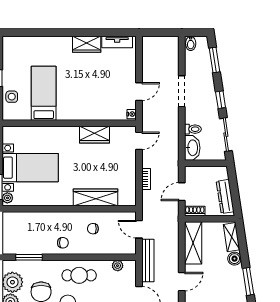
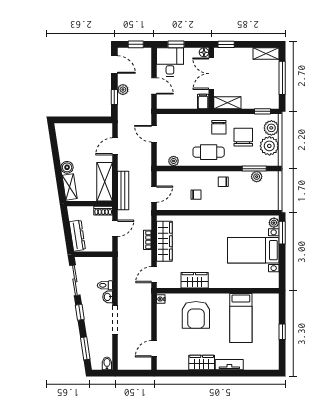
tv unit: (117, 42) -> (229, 365), moved
door: (139, 92) -> (154, 349), moved
side table: (12, 97) -> (270, 315), removed
armchair: (93, 97) -> (196, 315), added
washbasin: (192, 148) -> (108, 297), moved, width x0.52, depth x0.69
dresser: (225, 196) -> (77, 236), moved
wardrobe: (95, 197) -> (164, 241), moved, turned -90
door: (139, 229) -> (154, 194), hinge flipped
plant: (26, 248) -> (257, 177), added
bench: (148, 260) -> (123, 191), moved
window: (248, 281) -> (54, 147), removed

